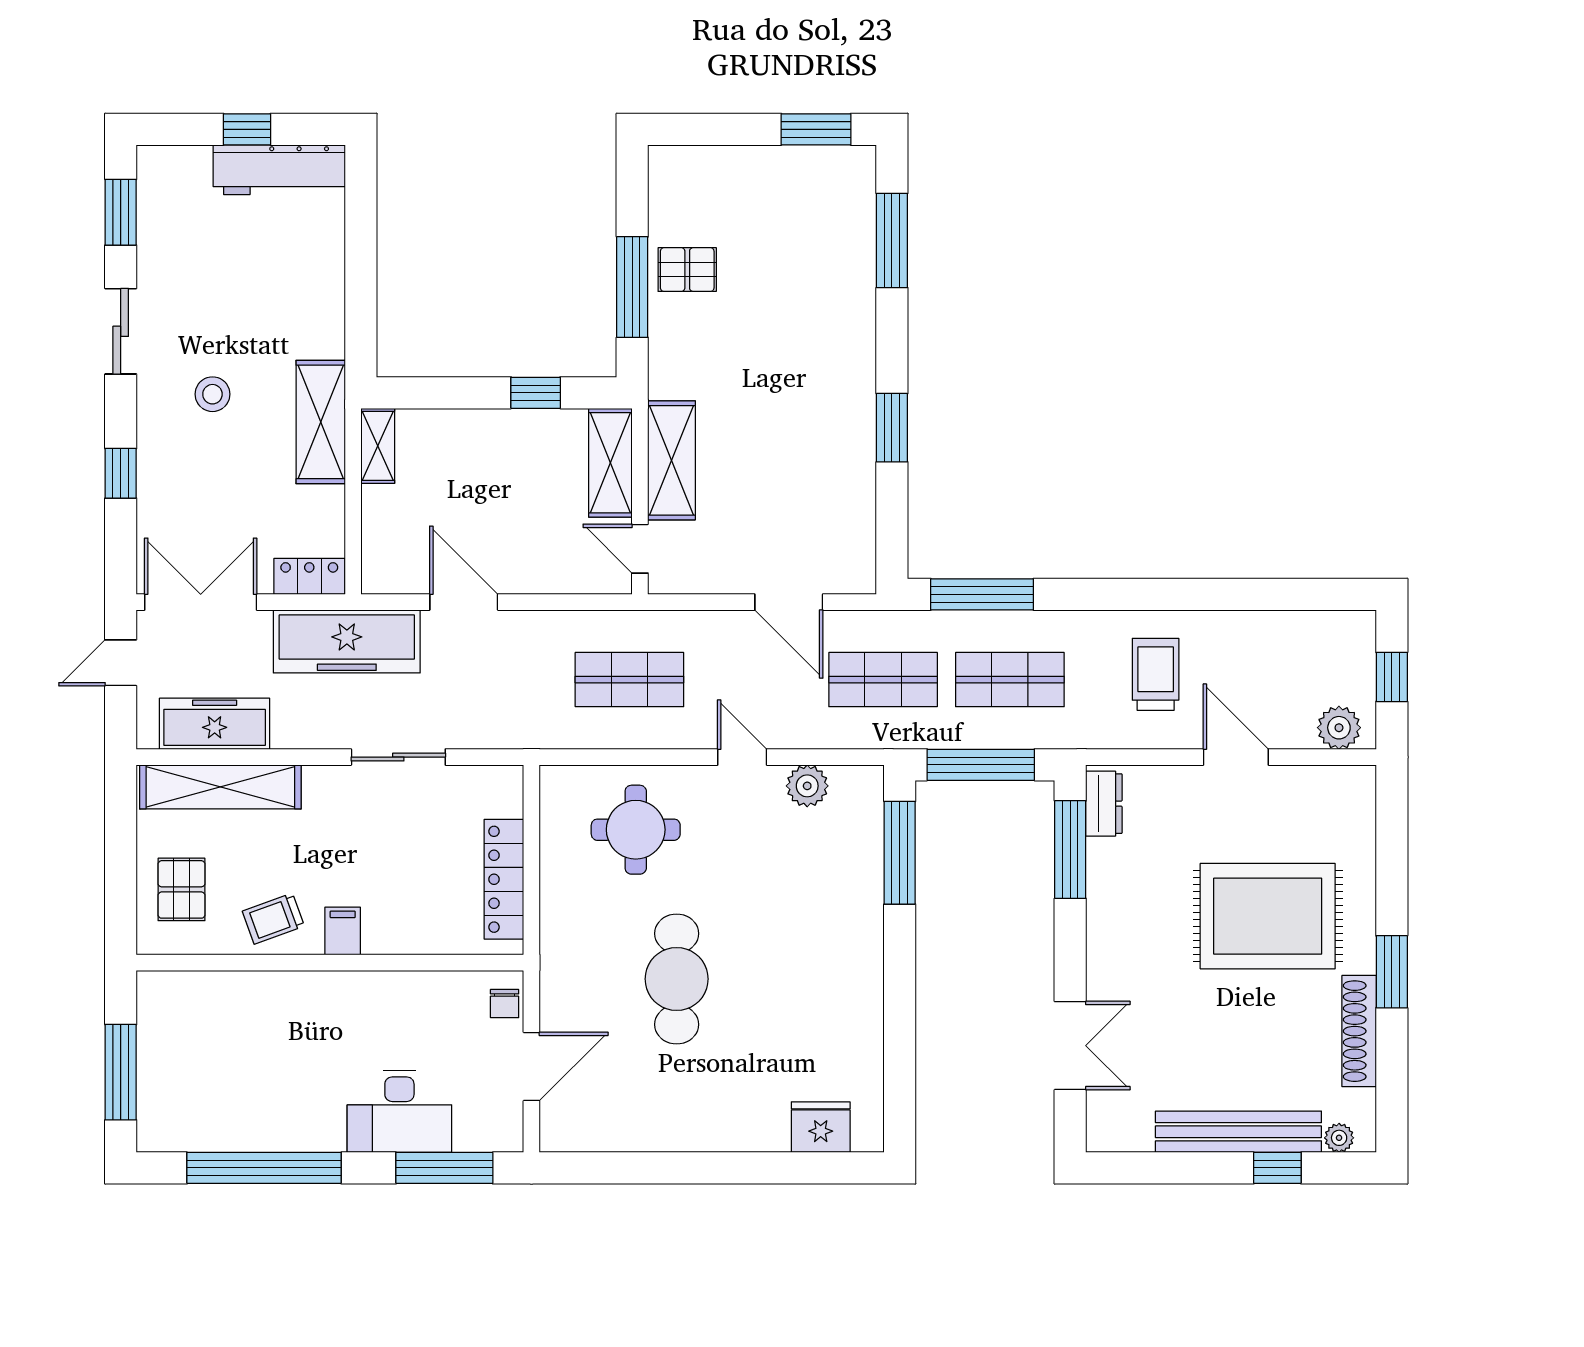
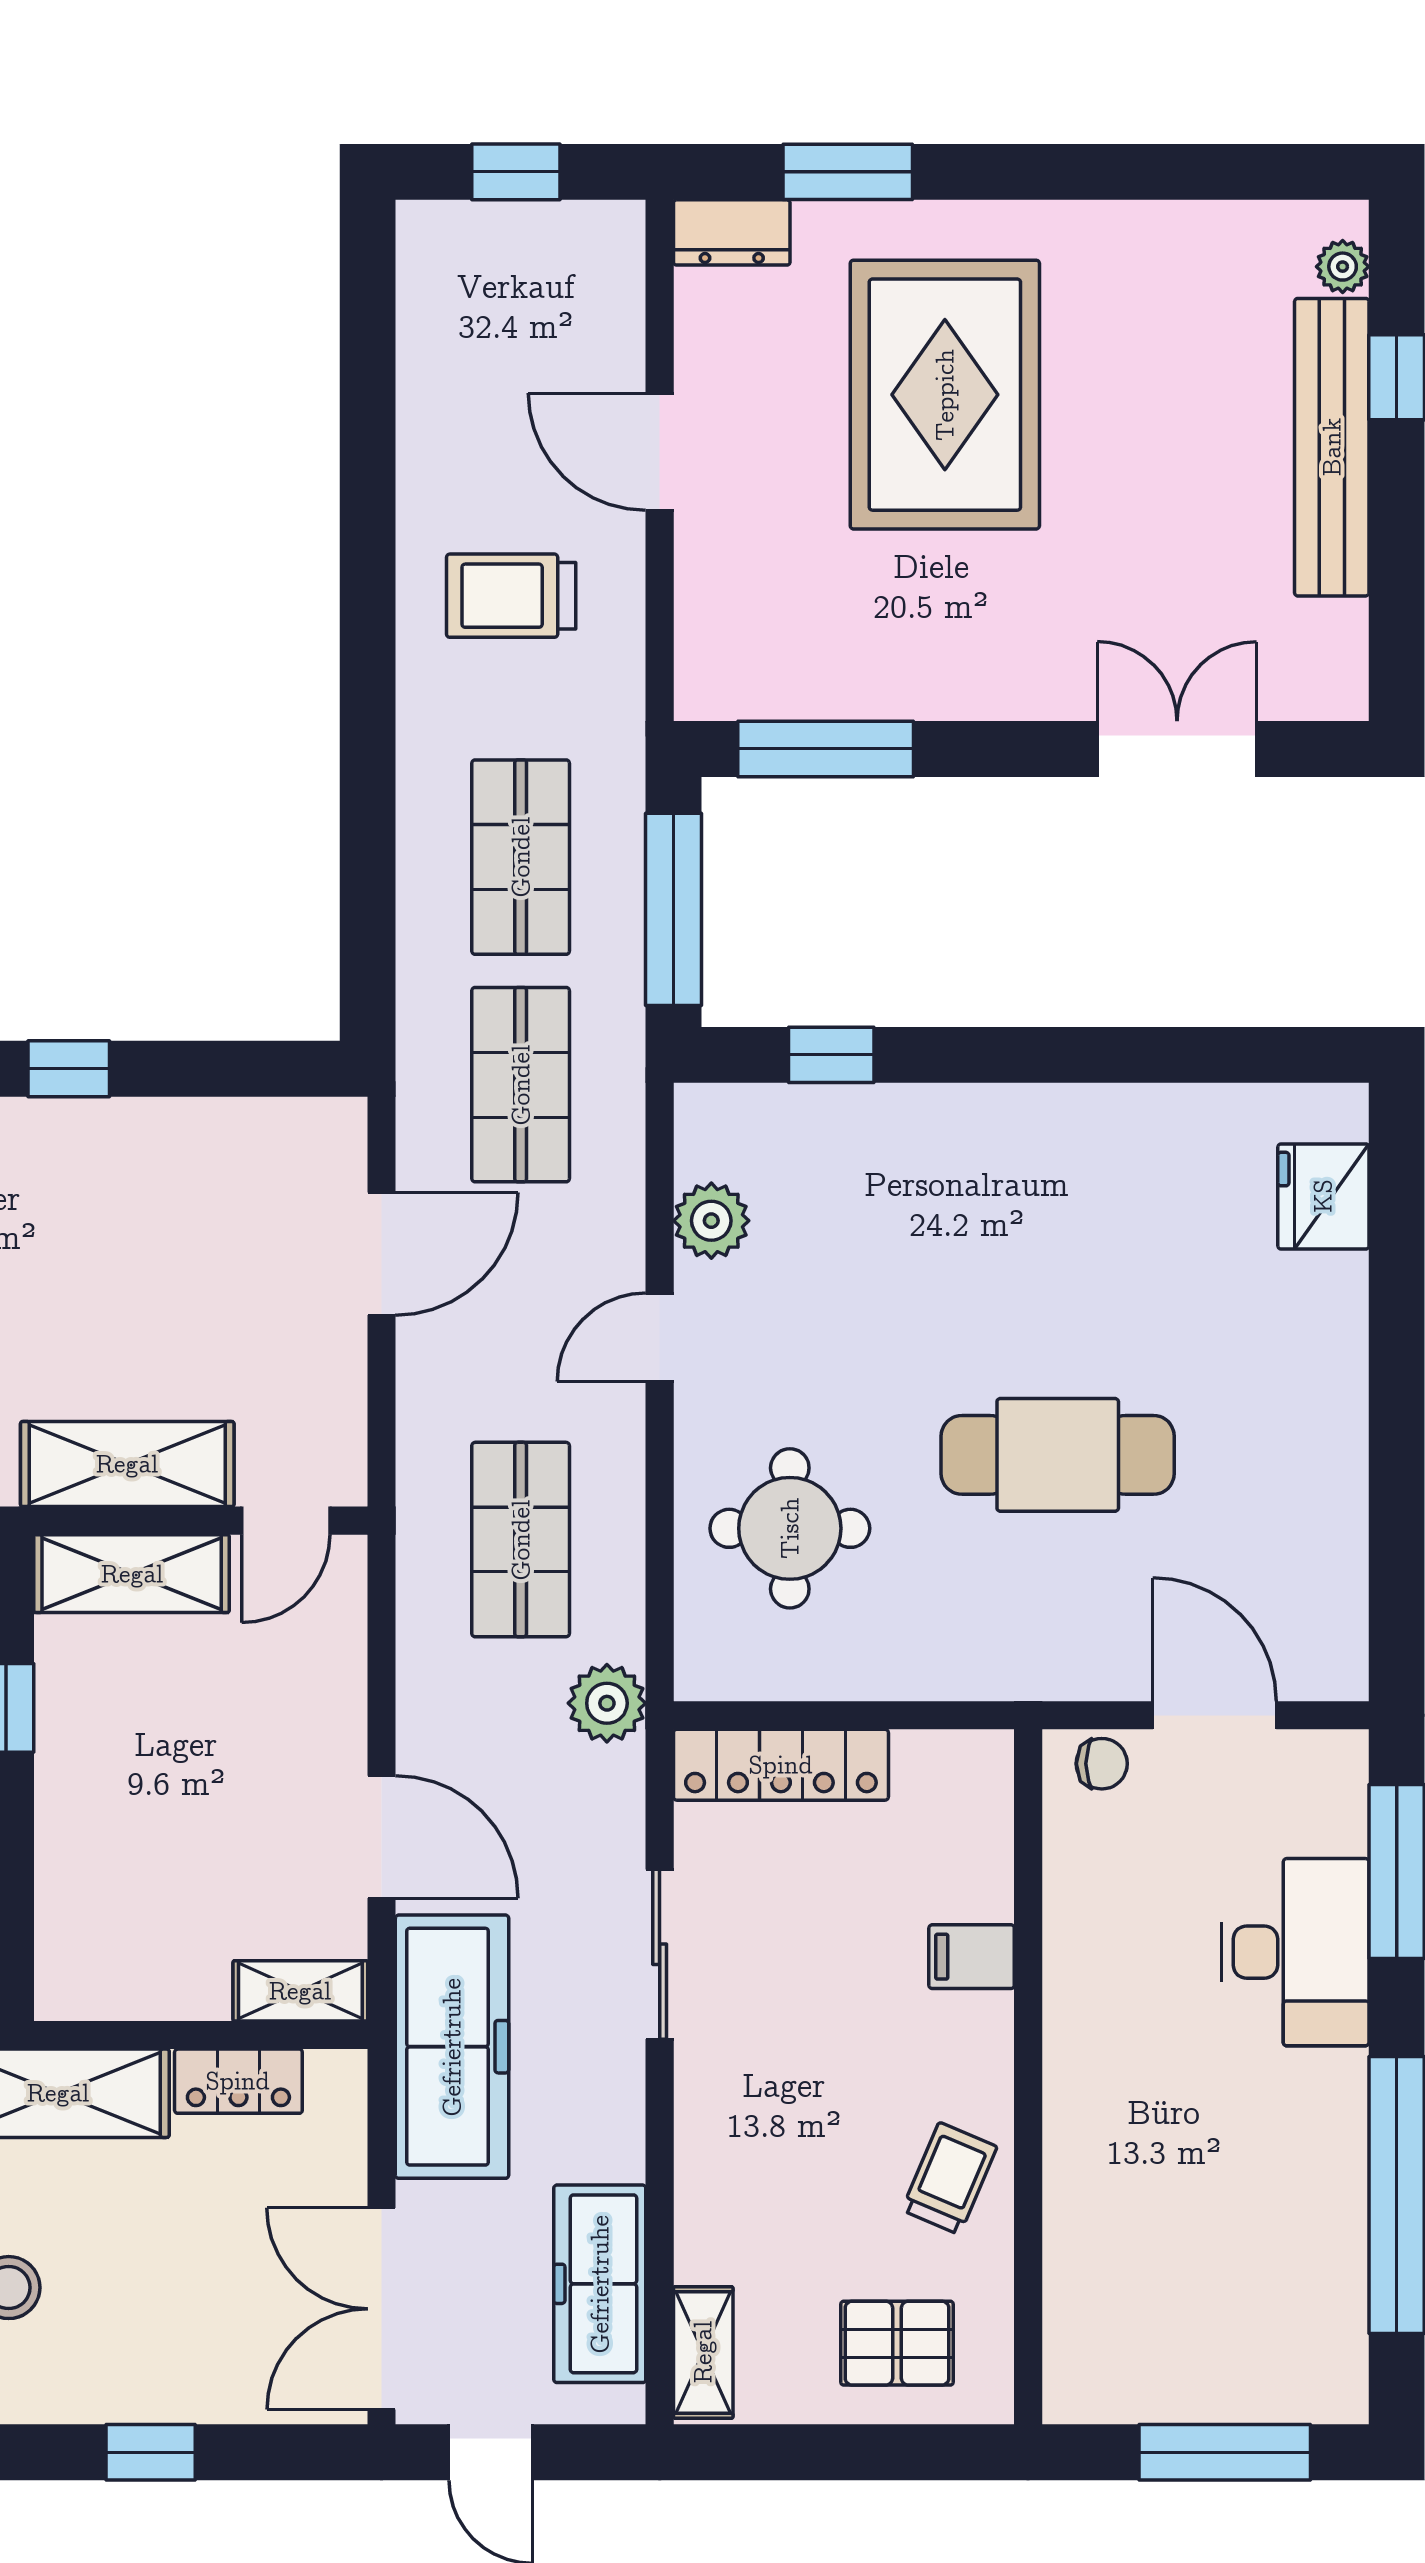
window: (892, 428) -> (69, 1069), width x0.67
shelving: (378, 446) -> (300, 1991), moved
locker: (309, 576) -> (238, 2081), moved, turned -90
window: (982, 594) -> (368, 907), removed
door: (464, 602) -> (382, 1837), swing flipped
plant: (1339, 728) -> (607, 1703), moved
door: (1236, 757) -> (660, 452), hinge flipped
shelving: (220, 787) -> (703, 2352), width x0.45, depth x0.75
dresser: (1104, 804) -> (732, 232), moved, turned 180
window: (900, 853) -> (831, 1055), width x0.46
locker: (504, 879) -> (781, 1765), moved
trolley: (273, 919) -> (949, 2178), turned -137
filing cabinet: (343, 931) -> (972, 1957), moved
window: (1392, 972) -> (848, 172), moved
shoe rack: (1359, 1031) -> (1151, 231), removed

